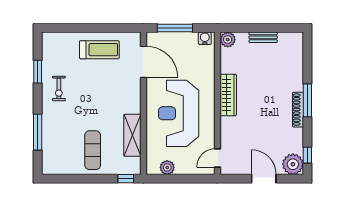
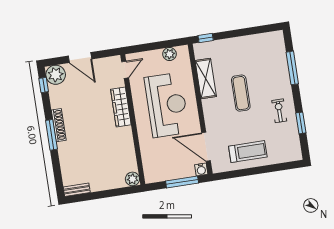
bench: (263, 37) -> (77, 190), moved
water cooler: (205, 38) -> (201, 169), moved
treadmill: (99, 50) -> (248, 152), turned 180
wardrobe: (228, 95) -> (121, 107), moved
exercise mat: (93, 150) -> (241, 93), moved

